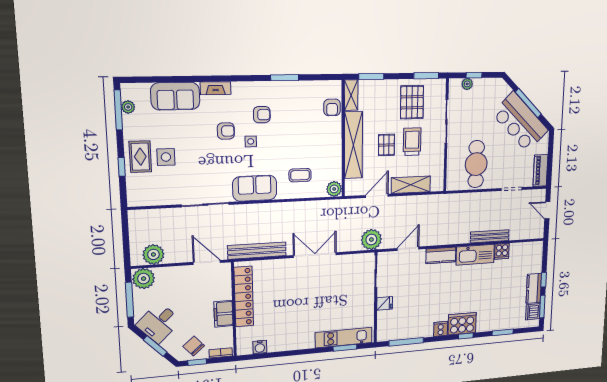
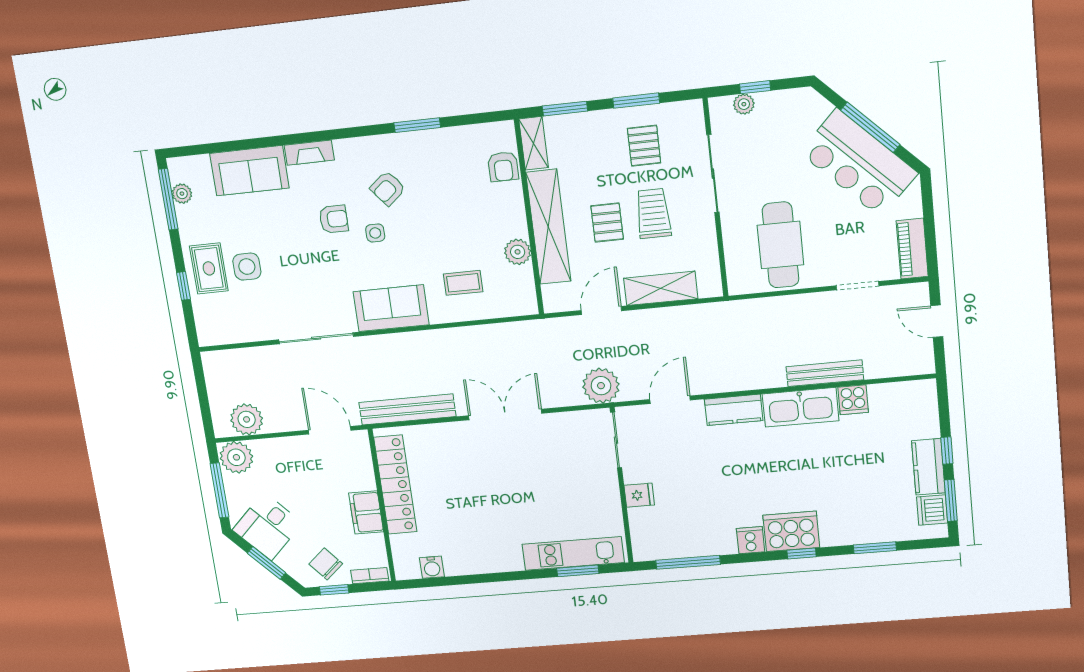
window: (426, 76) -> (636, 101), moved
pallet: (412, 102) -> (644, 146), width x0.67, depth x0.71
armchair: (262, 115) -> (388, 188), turned 141
plant: (334, 189) -> (518, 252), moved

